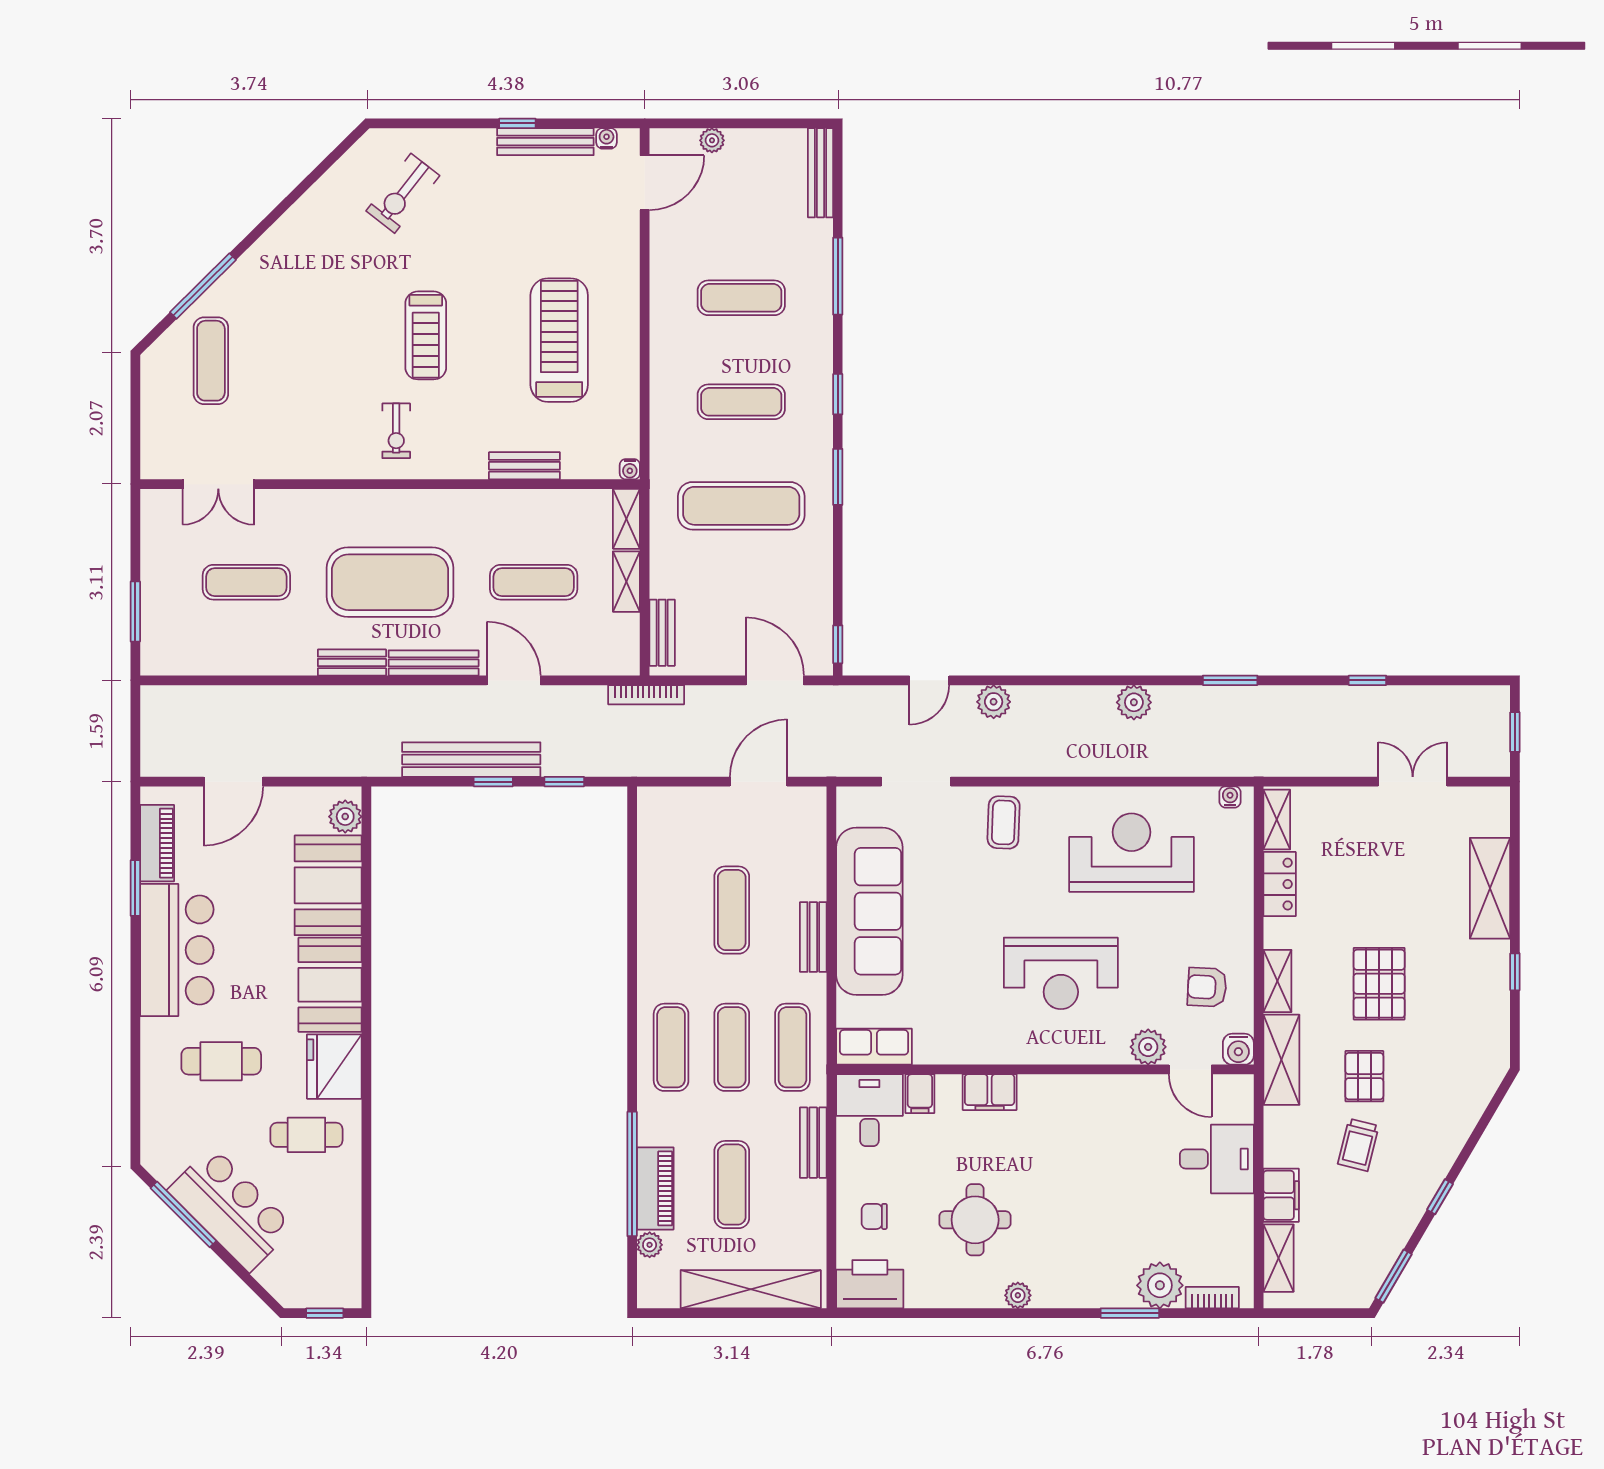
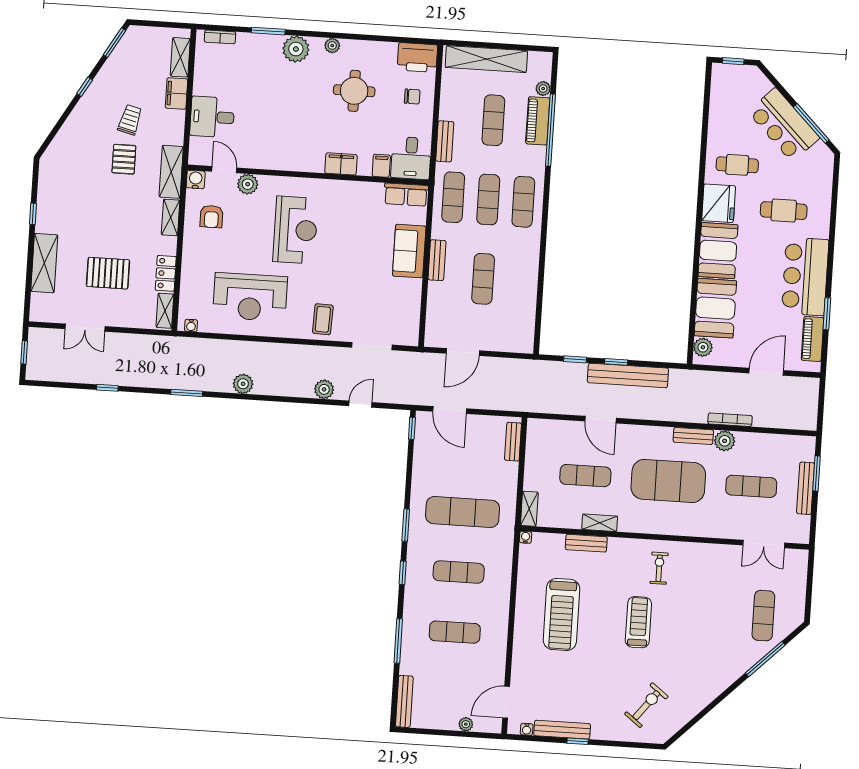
double door: (218, 484) -> (764, 544), swing flipped
shelving: (626, 582) -> (600, 523), moved, turned 90
plant: (297, 658) -> (725, 441), added
bench: (434, 663) -> (806, 488), moved, turned 90
bookcase: (646, 695) -> (730, 420), moved
sofa: (869, 911) -> (409, 251), width x0.54, depth x0.79
reception desk: (1061, 973) -> (295, 230), turned 90
pallet: (1379, 984) -> (108, 273), moved, turned 90
armchair: (1207, 987) -> (211, 217), turned 87
plant: (1160, 1285) -> (296, 49), moved

